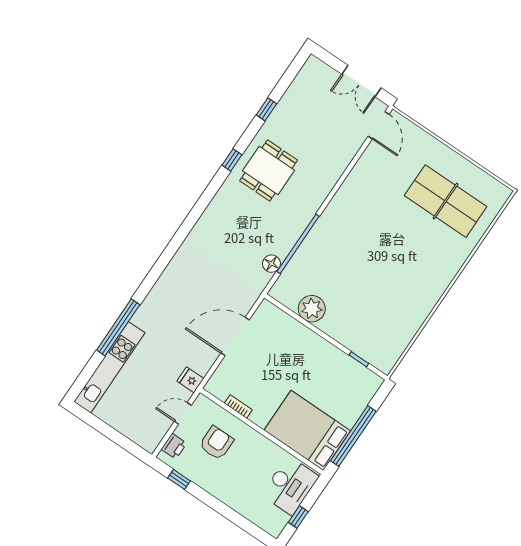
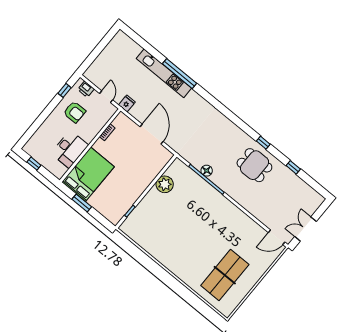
floor lamp: (271, 264) -> (207, 171), moved
window: (118, 327) -> (179, 74), moved
kitchen unit: (110, 367) -> (164, 73), moved
window: (353, 436) -> (82, 203), width x0.47
armchair: (216, 443) -> (75, 112), moved
desk: (290, 486) -> (70, 149), moved, turned -90

